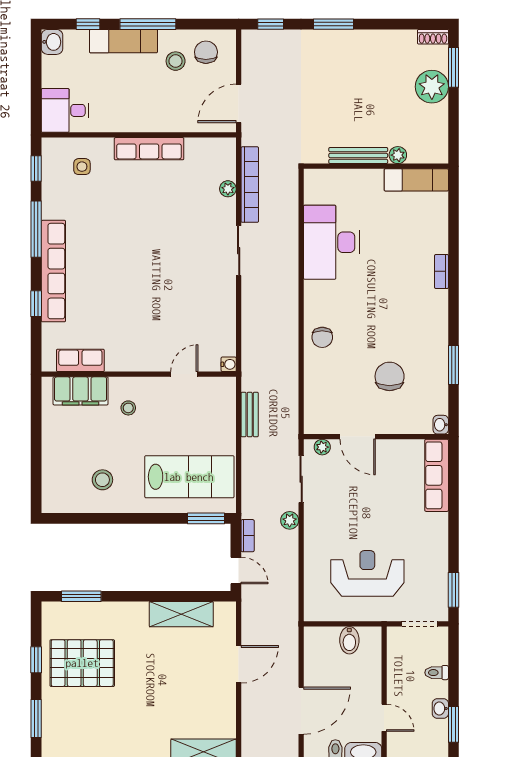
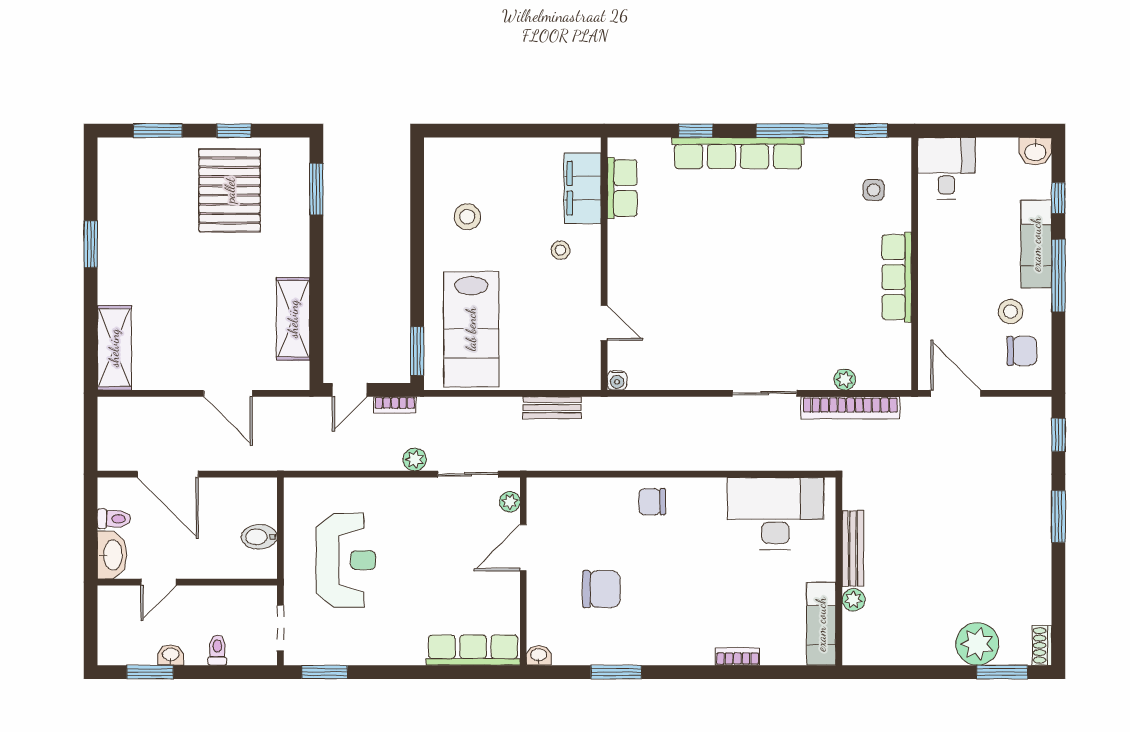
plant: (398, 155) -> (853, 600), moved
bench: (358, 156) -> (853, 548), moved
wall: (376, 166) -> (839, 571), moved
exam couch: (416, 180) -> (821, 624), moved

